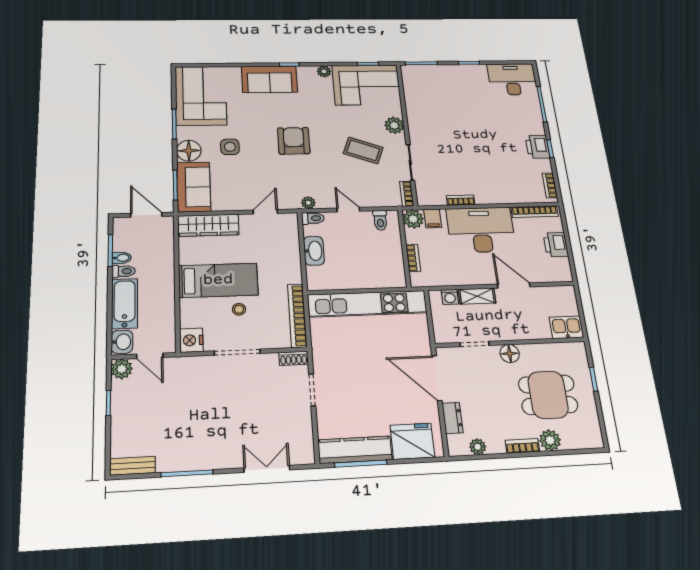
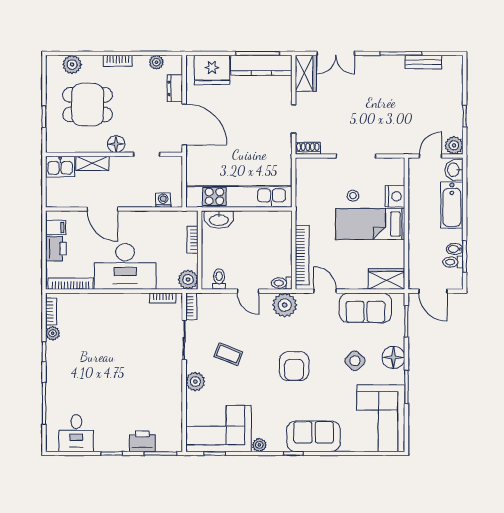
desk: (512, 79) -> (76, 433), width x0.73
side table: (230, 147) -> (355, 361), turned 45
printer: (538, 147) -> (142, 441), moved, turned -90
coffee table: (363, 150) -> (228, 354), width x0.73, depth x0.77
plant: (545, 166) -> (53, 333), added
sofa: (194, 187) -> (365, 308), moved, turned -90
bookcase: (461, 200) -> (163, 298), moved
plant: (308, 203) -> (285, 305), width x1.88, depth x1.88
door: (265, 212) -> (325, 291), swing flipped
filing cabinet: (433, 218) -> (56, 228), moved, turned 90
wardrobe: (208, 225) -> (387, 279), width x0.67
washbasin: (314, 251) -> (219, 220), moved, turned -90
toilet: (124, 271) -> (453, 262), moved
shelving: (477, 296) -> (92, 163), moved
bookcase: (297, 316) -> (302, 255), moved
nightstand: (191, 340) -> (395, 196), moved
door: (150, 356) -> (431, 156), hinge flipped
plant: (550, 440) -> (72, 64), moved
wardrobe: (301, 443) -> (306, 73), added
bench: (133, 466) -> (423, 62), moved

